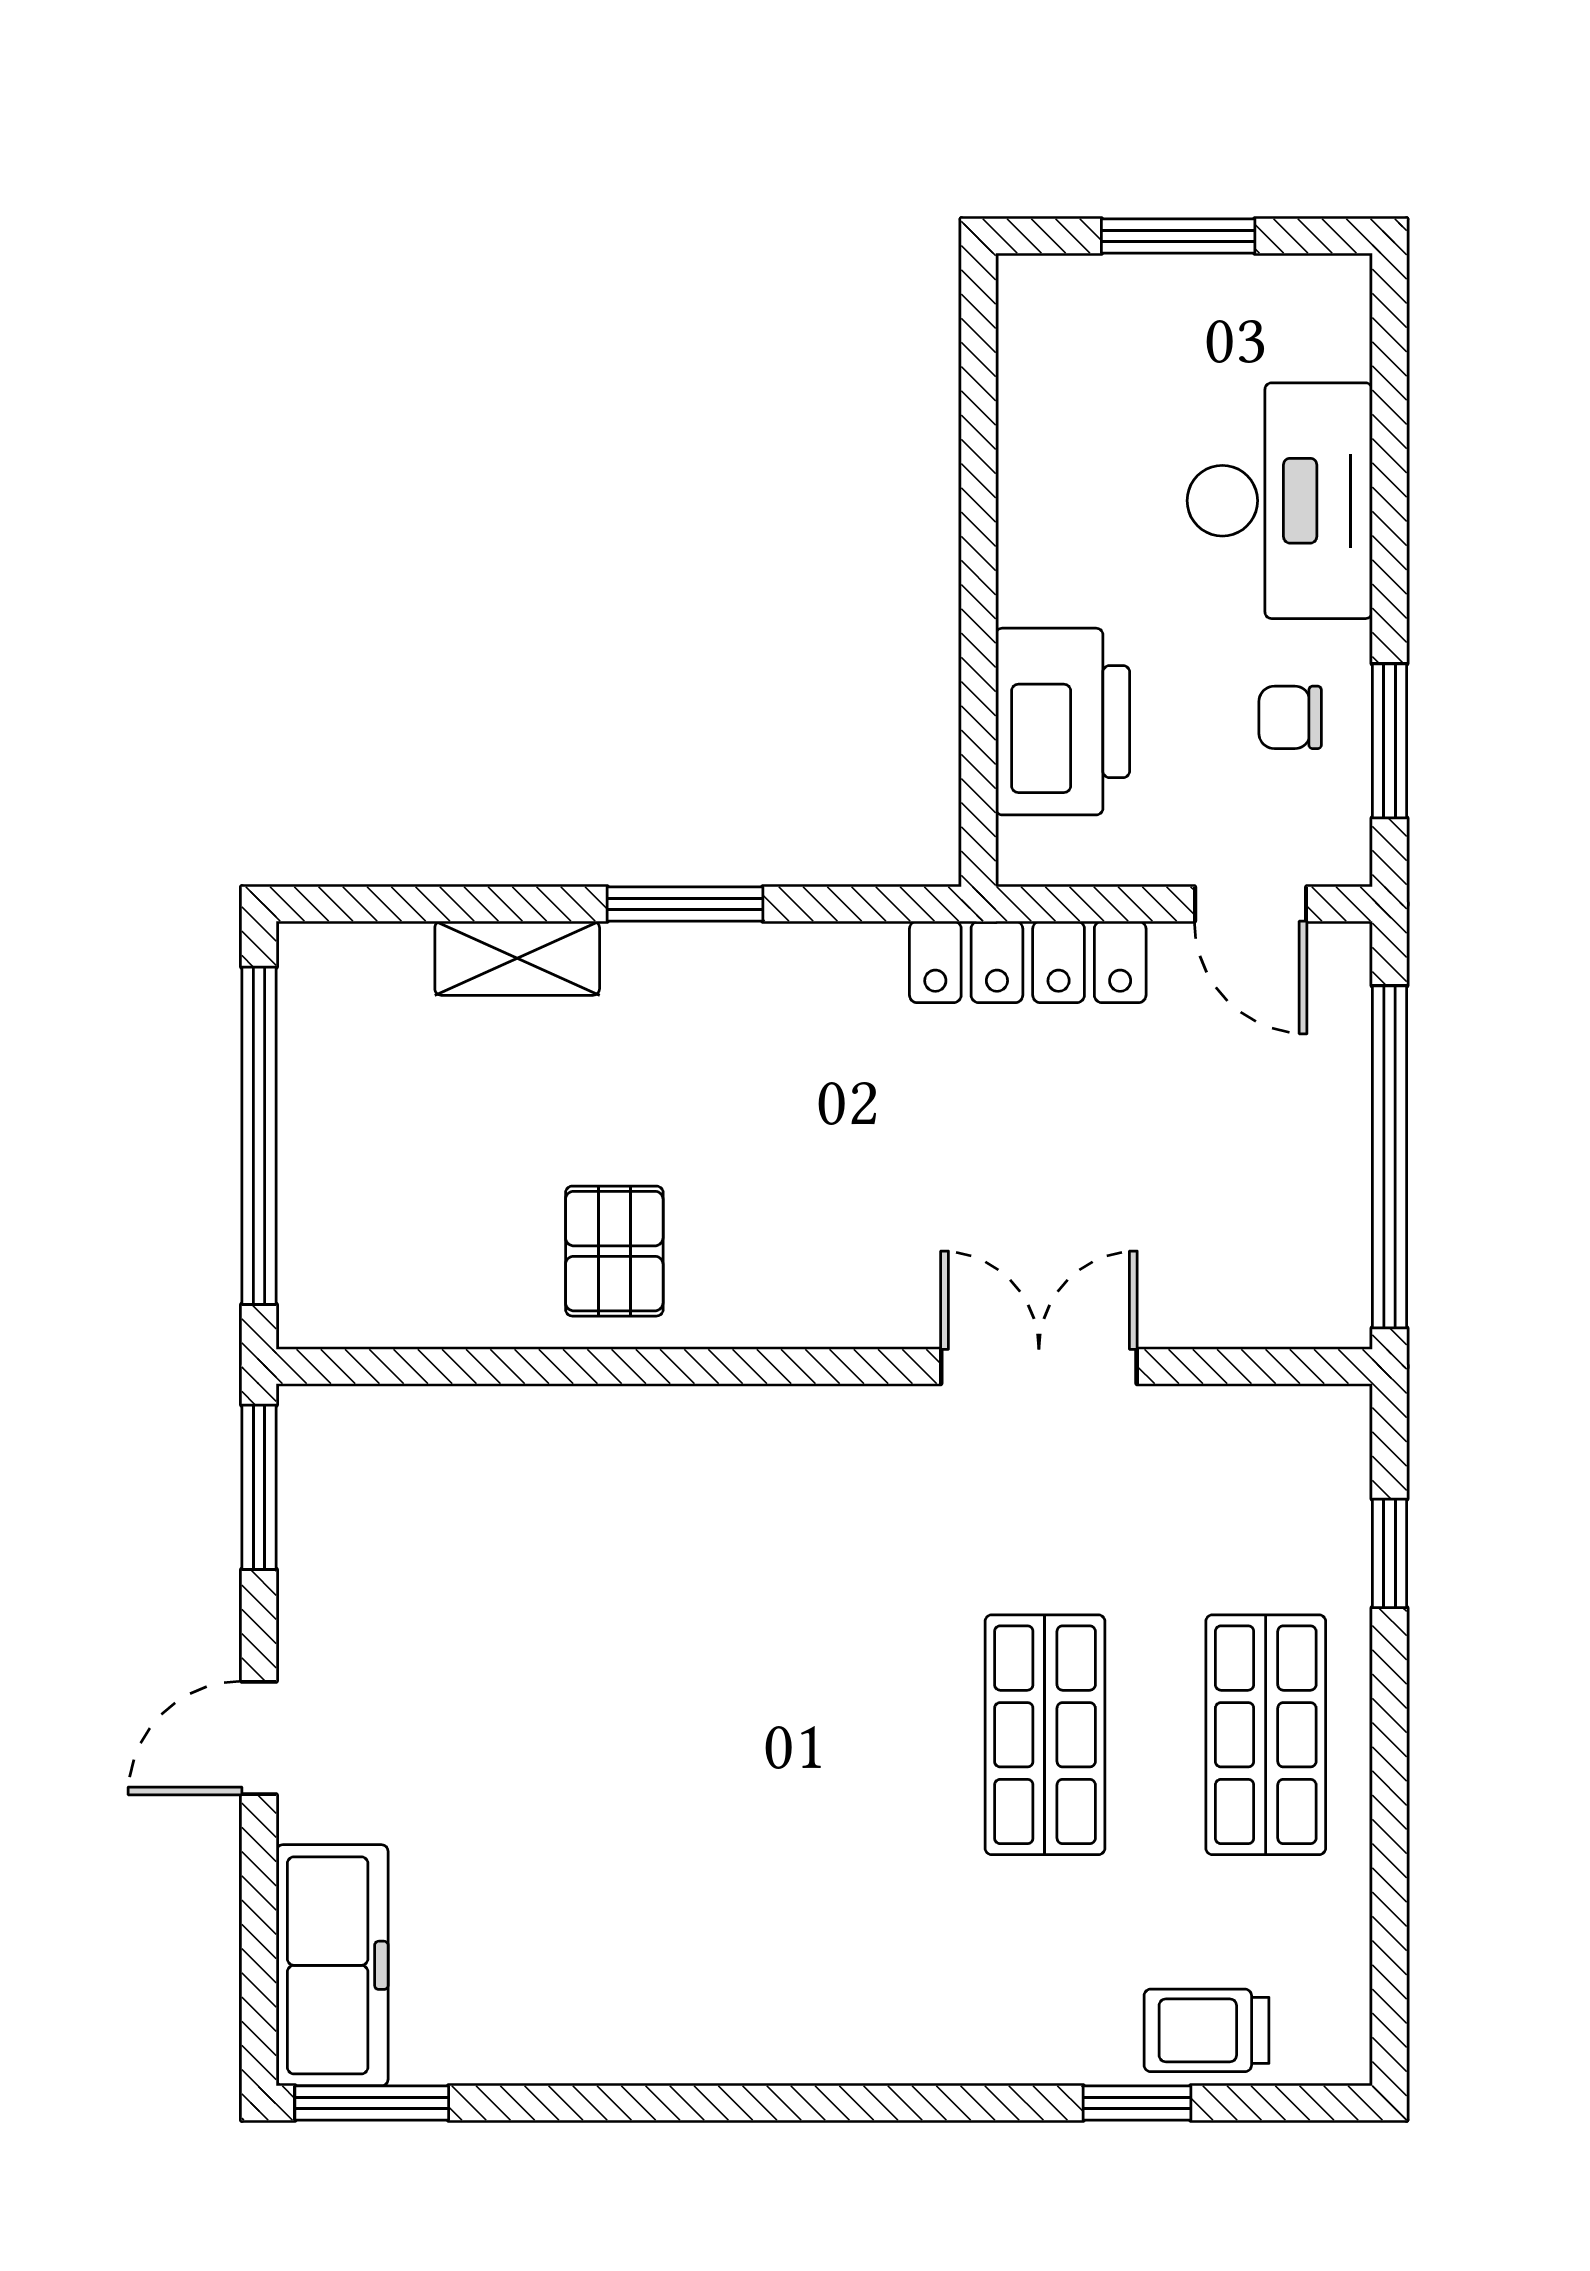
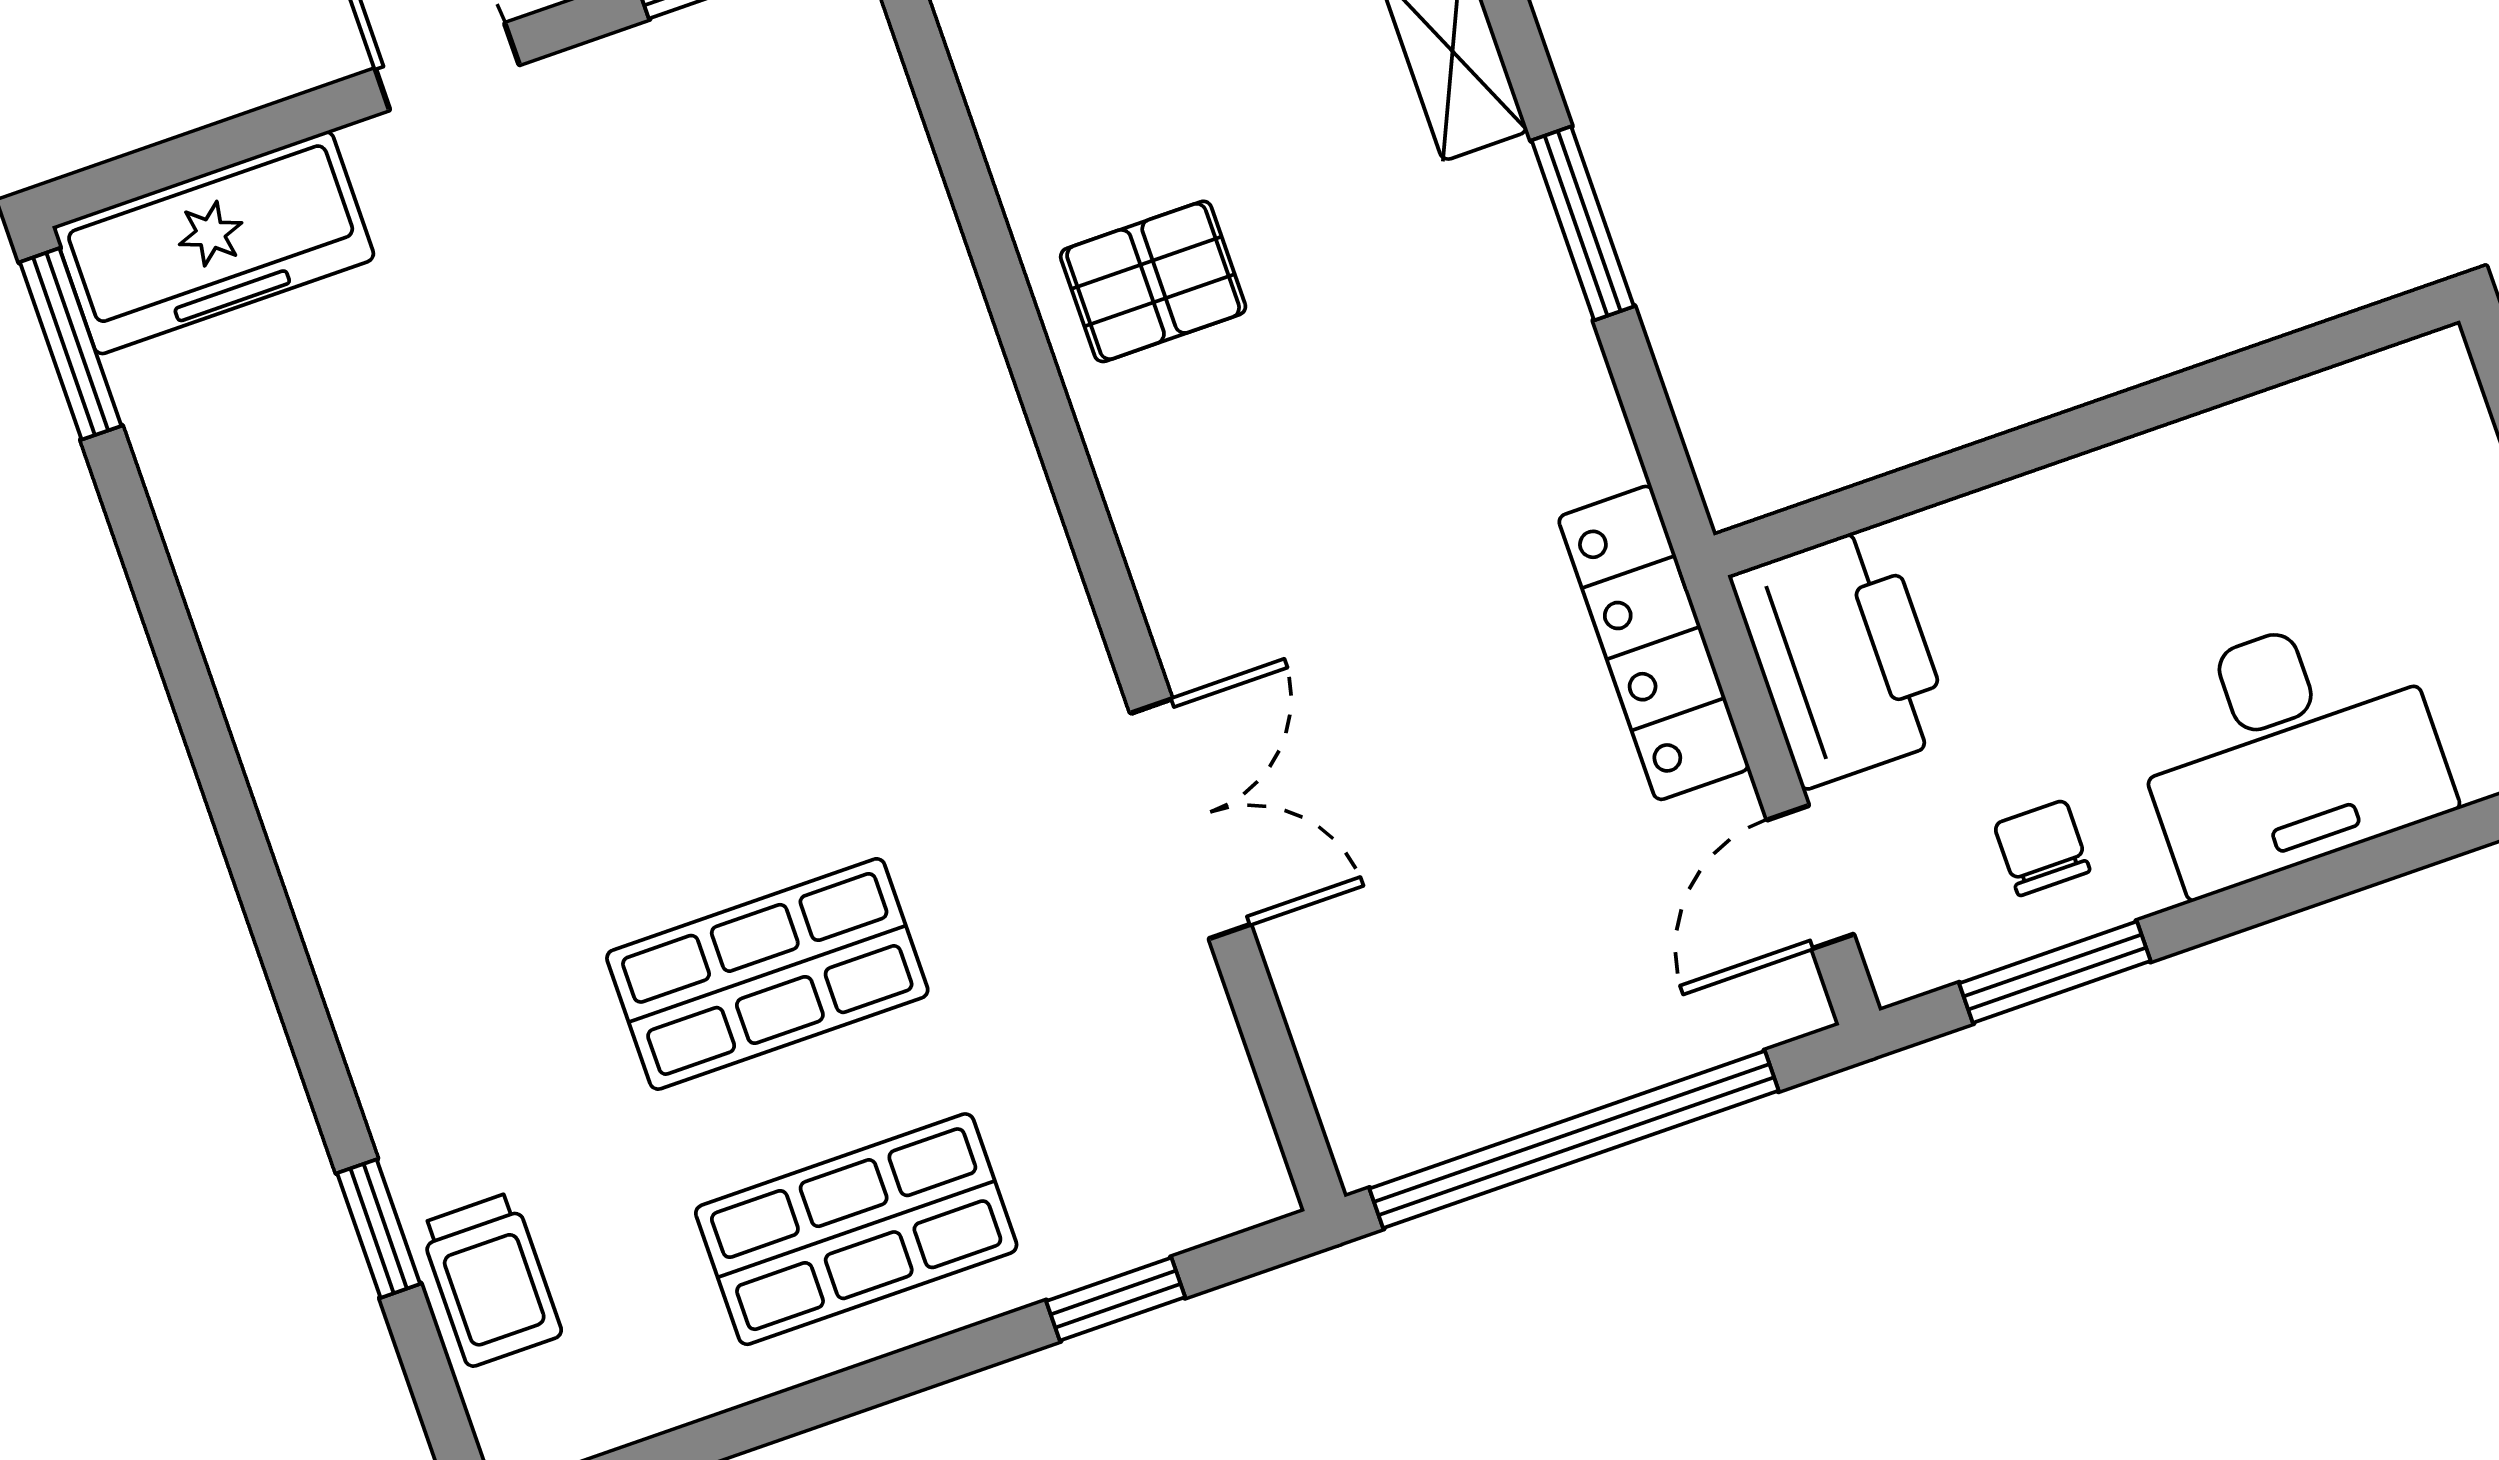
printer: (1063, 722) -> (1843, 656), moved, turned -90
trolley: (1207, 2030) -> (491, 1280), turned 180

